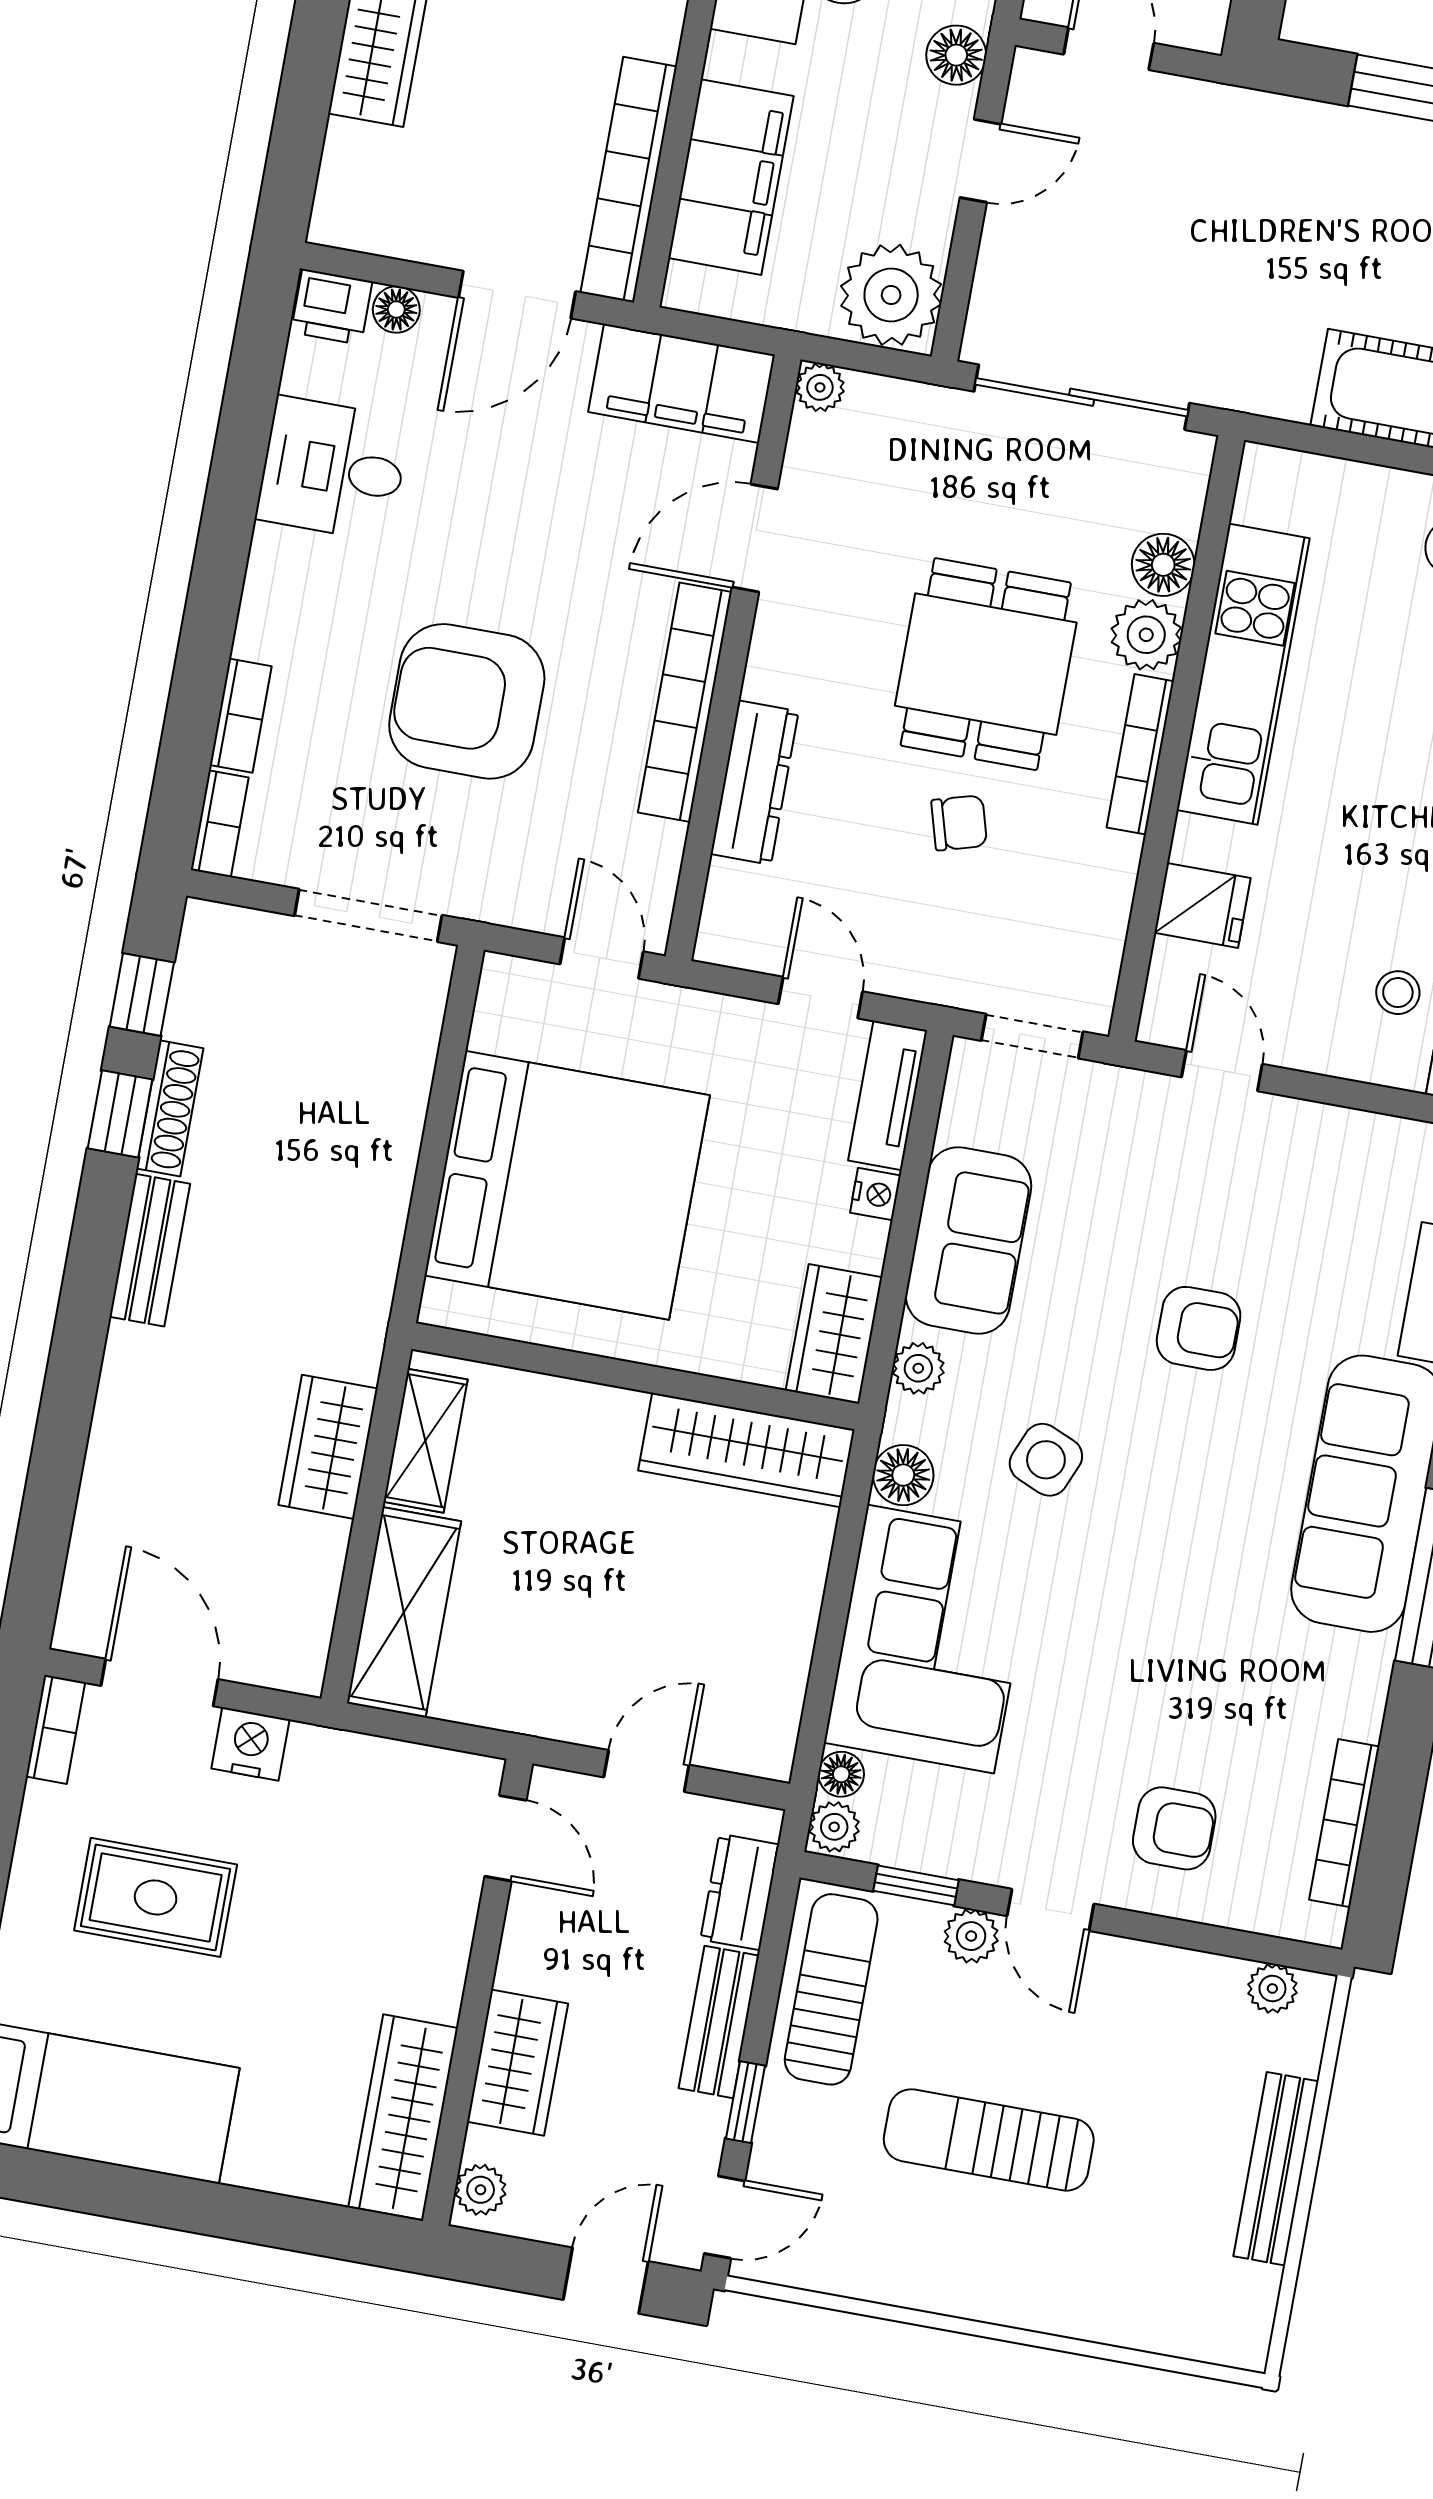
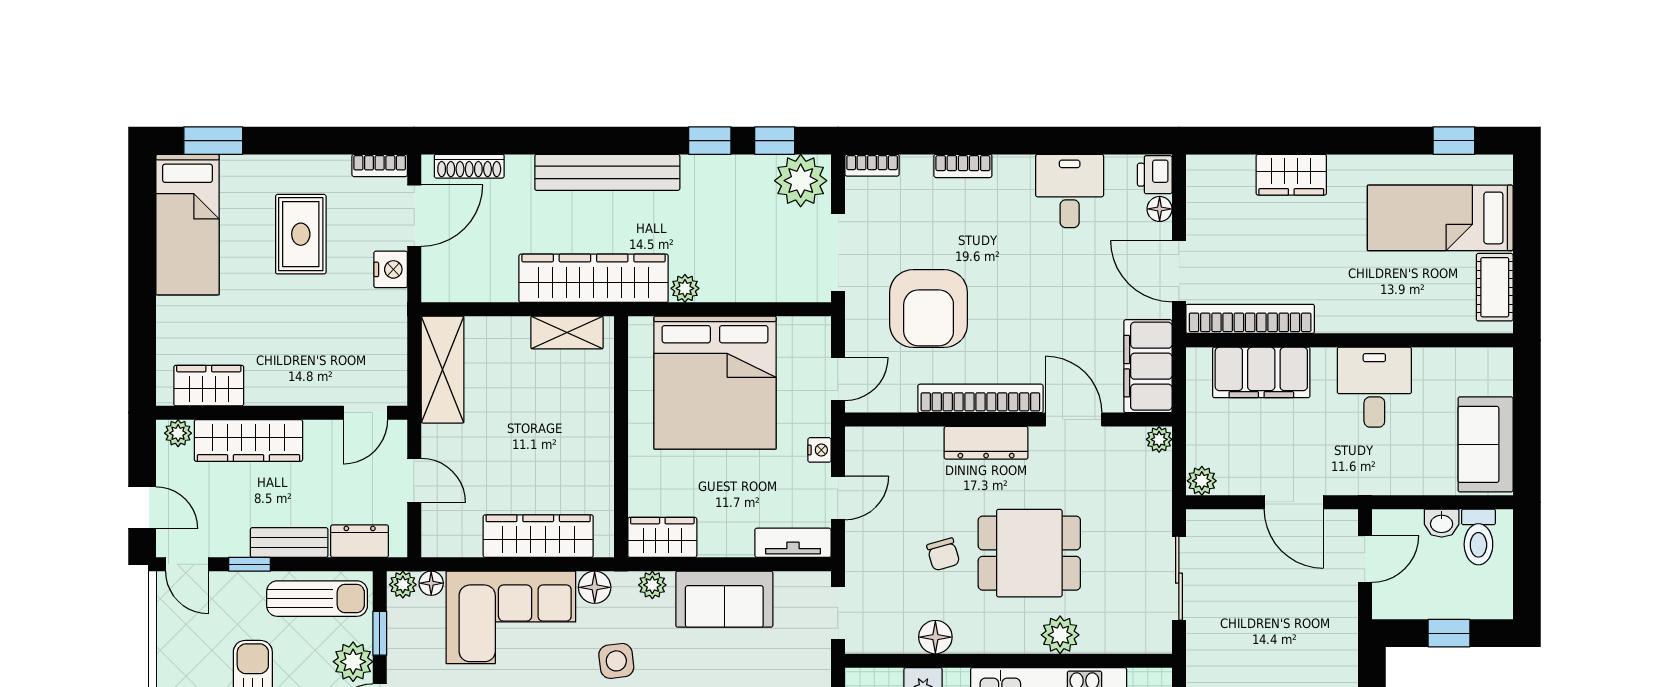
floor lamp: (956, 55) -> (1347, 479), removed
door: (980, 161) -> (1294, 502), width x1.38
plant: (891, 295) -> (1202, 481), width x0.53, depth x0.53
sliding door: (1082, 397) -> (1179, 578), width x0.73
floor lamp: (1163, 565) -> (935, 637), moved
armchair: (467, 701) -> (929, 309), moved, turned 180
bookcase: (241, 716) -> (963, 166), moved
bookcase: (1140, 754) -> (997, 643), removed
dresser: (755, 783) -> (986, 443), moved
plant: (224, 960) -> (801, 181), added
shoe rack: (170, 1108) -> (469, 166), moved
nightstand: (875, 1194) -> (819, 450), moved, turned -90
plant: (384, 1209) -> (685, 288), added
bench: (150, 1250) -> (607, 172), width x1.86, depth x1.21
wardrobe: (328, 1447) -> (594, 278), width x2.10, depth x1.17
wardrobe: (746, 1450) -> (538, 536), moved, turned 90
side table: (1046, 1460) -> (616, 661), turned -30
shelving: (404, 1612) -> (443, 370), moved, turned 90
plant: (971, 1936) -> (353, 662), width x1.38, depth x1.38
wardrobe: (518, 2063) -> (248, 440), width x1.50
wardrobe: (403, 2117) -> (209, 386), width x0.67

